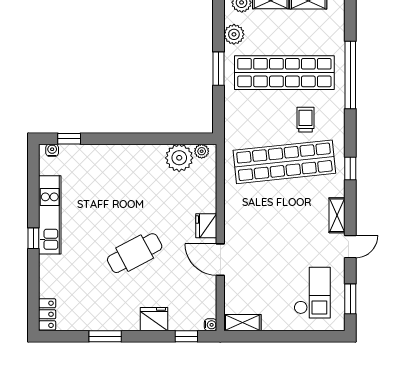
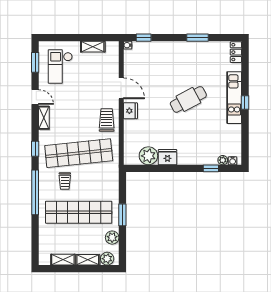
window: (350, 75) -> (35, 192), moved
window: (69, 139) -> (211, 168), moved
plant: (202, 151) -> (223, 160), moved
trolley: (242, 212) -> (107, 120), added
kitchen unit: (50, 215) -> (234, 98), moved
door: (350, 247) -> (35, 97), swing flipped
cafe table: (135, 253) -> (188, 99), moved
fridge: (154, 319) -> (167, 157), moved, turned 180
shelving: (242, 323) -> (93, 47), moved

